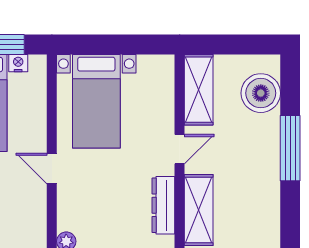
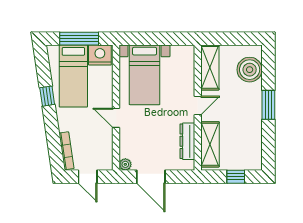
nightstand: (18, 63) -> (100, 55), width x1.89, depth x1.79
window: (290, 148) -> (268, 105), width x0.69

